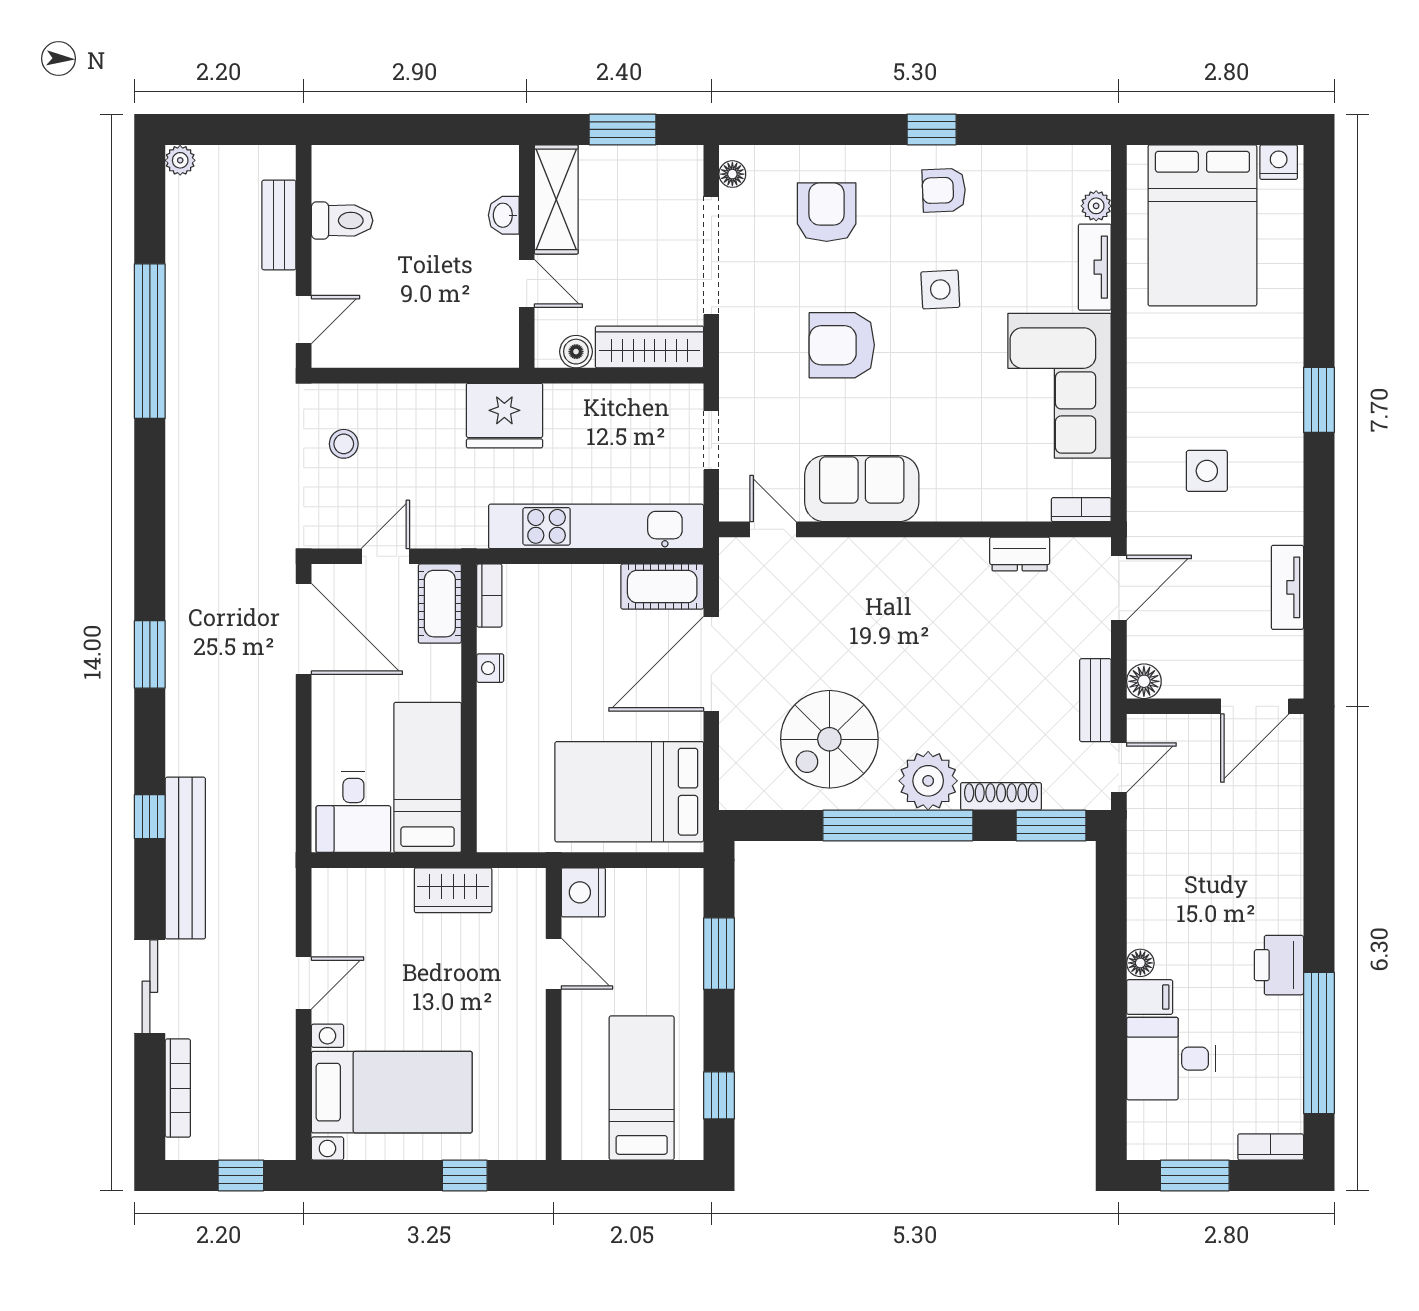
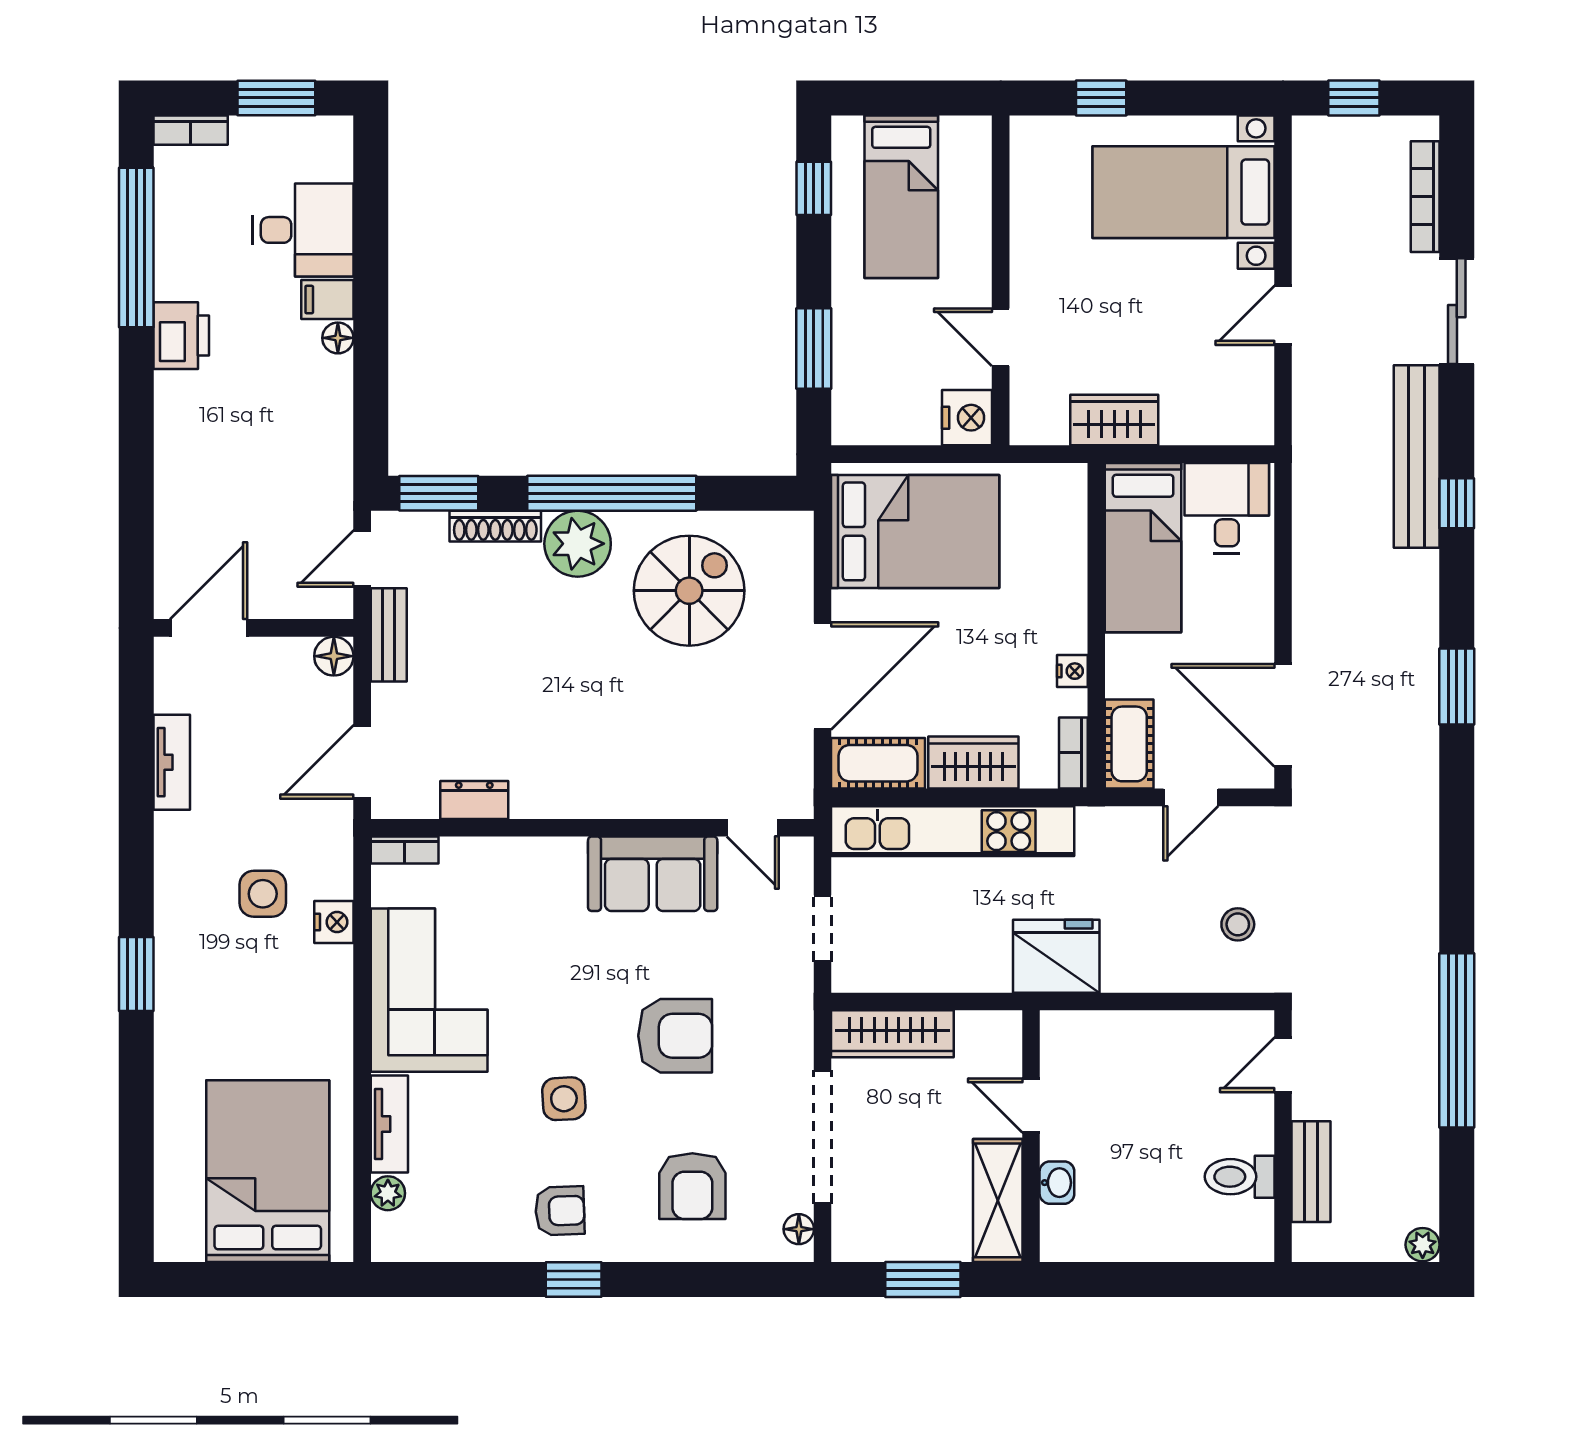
nightstand: (1279, 162) -> (334, 922), moved, turned -90
boiler: (576, 352) -> (975, 1029), removed
wardrobe: (578, 587) -> (973, 762), added

